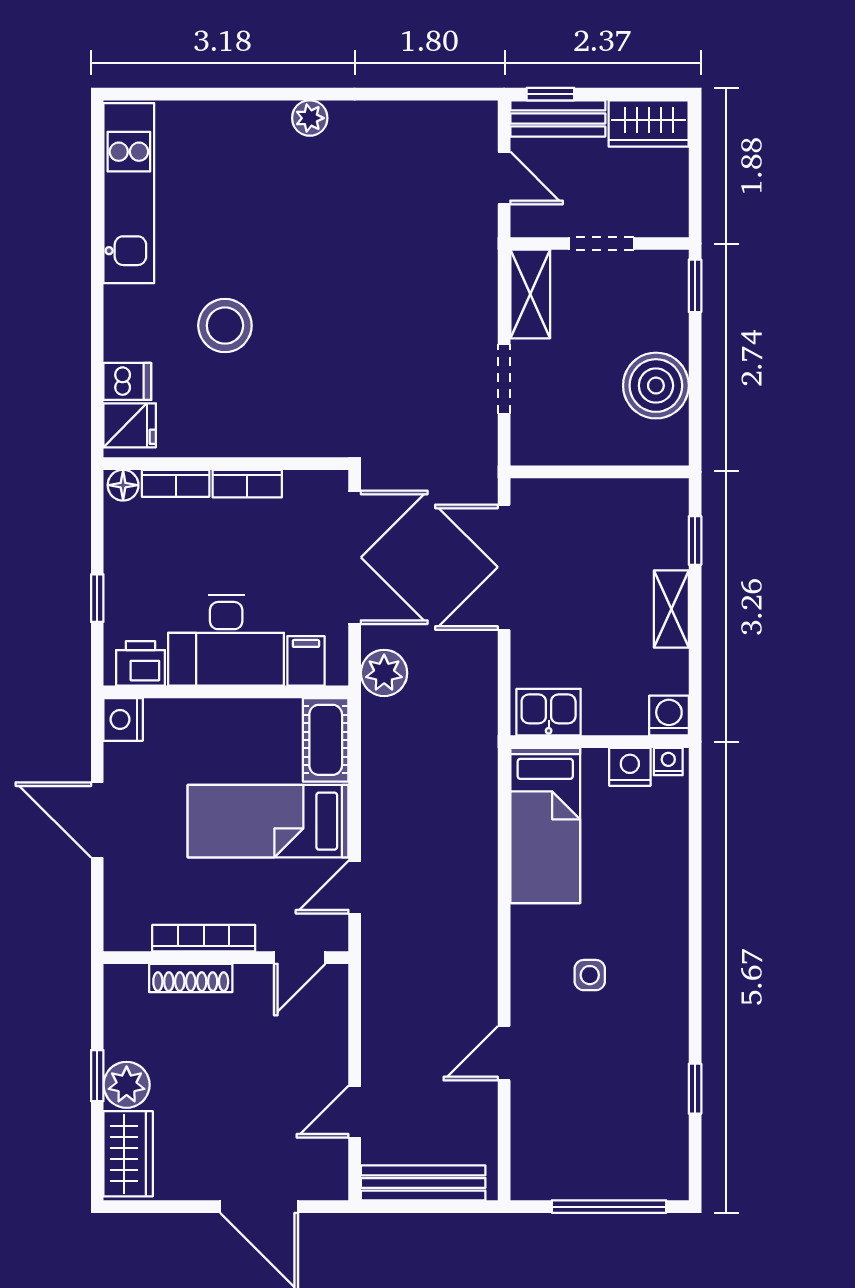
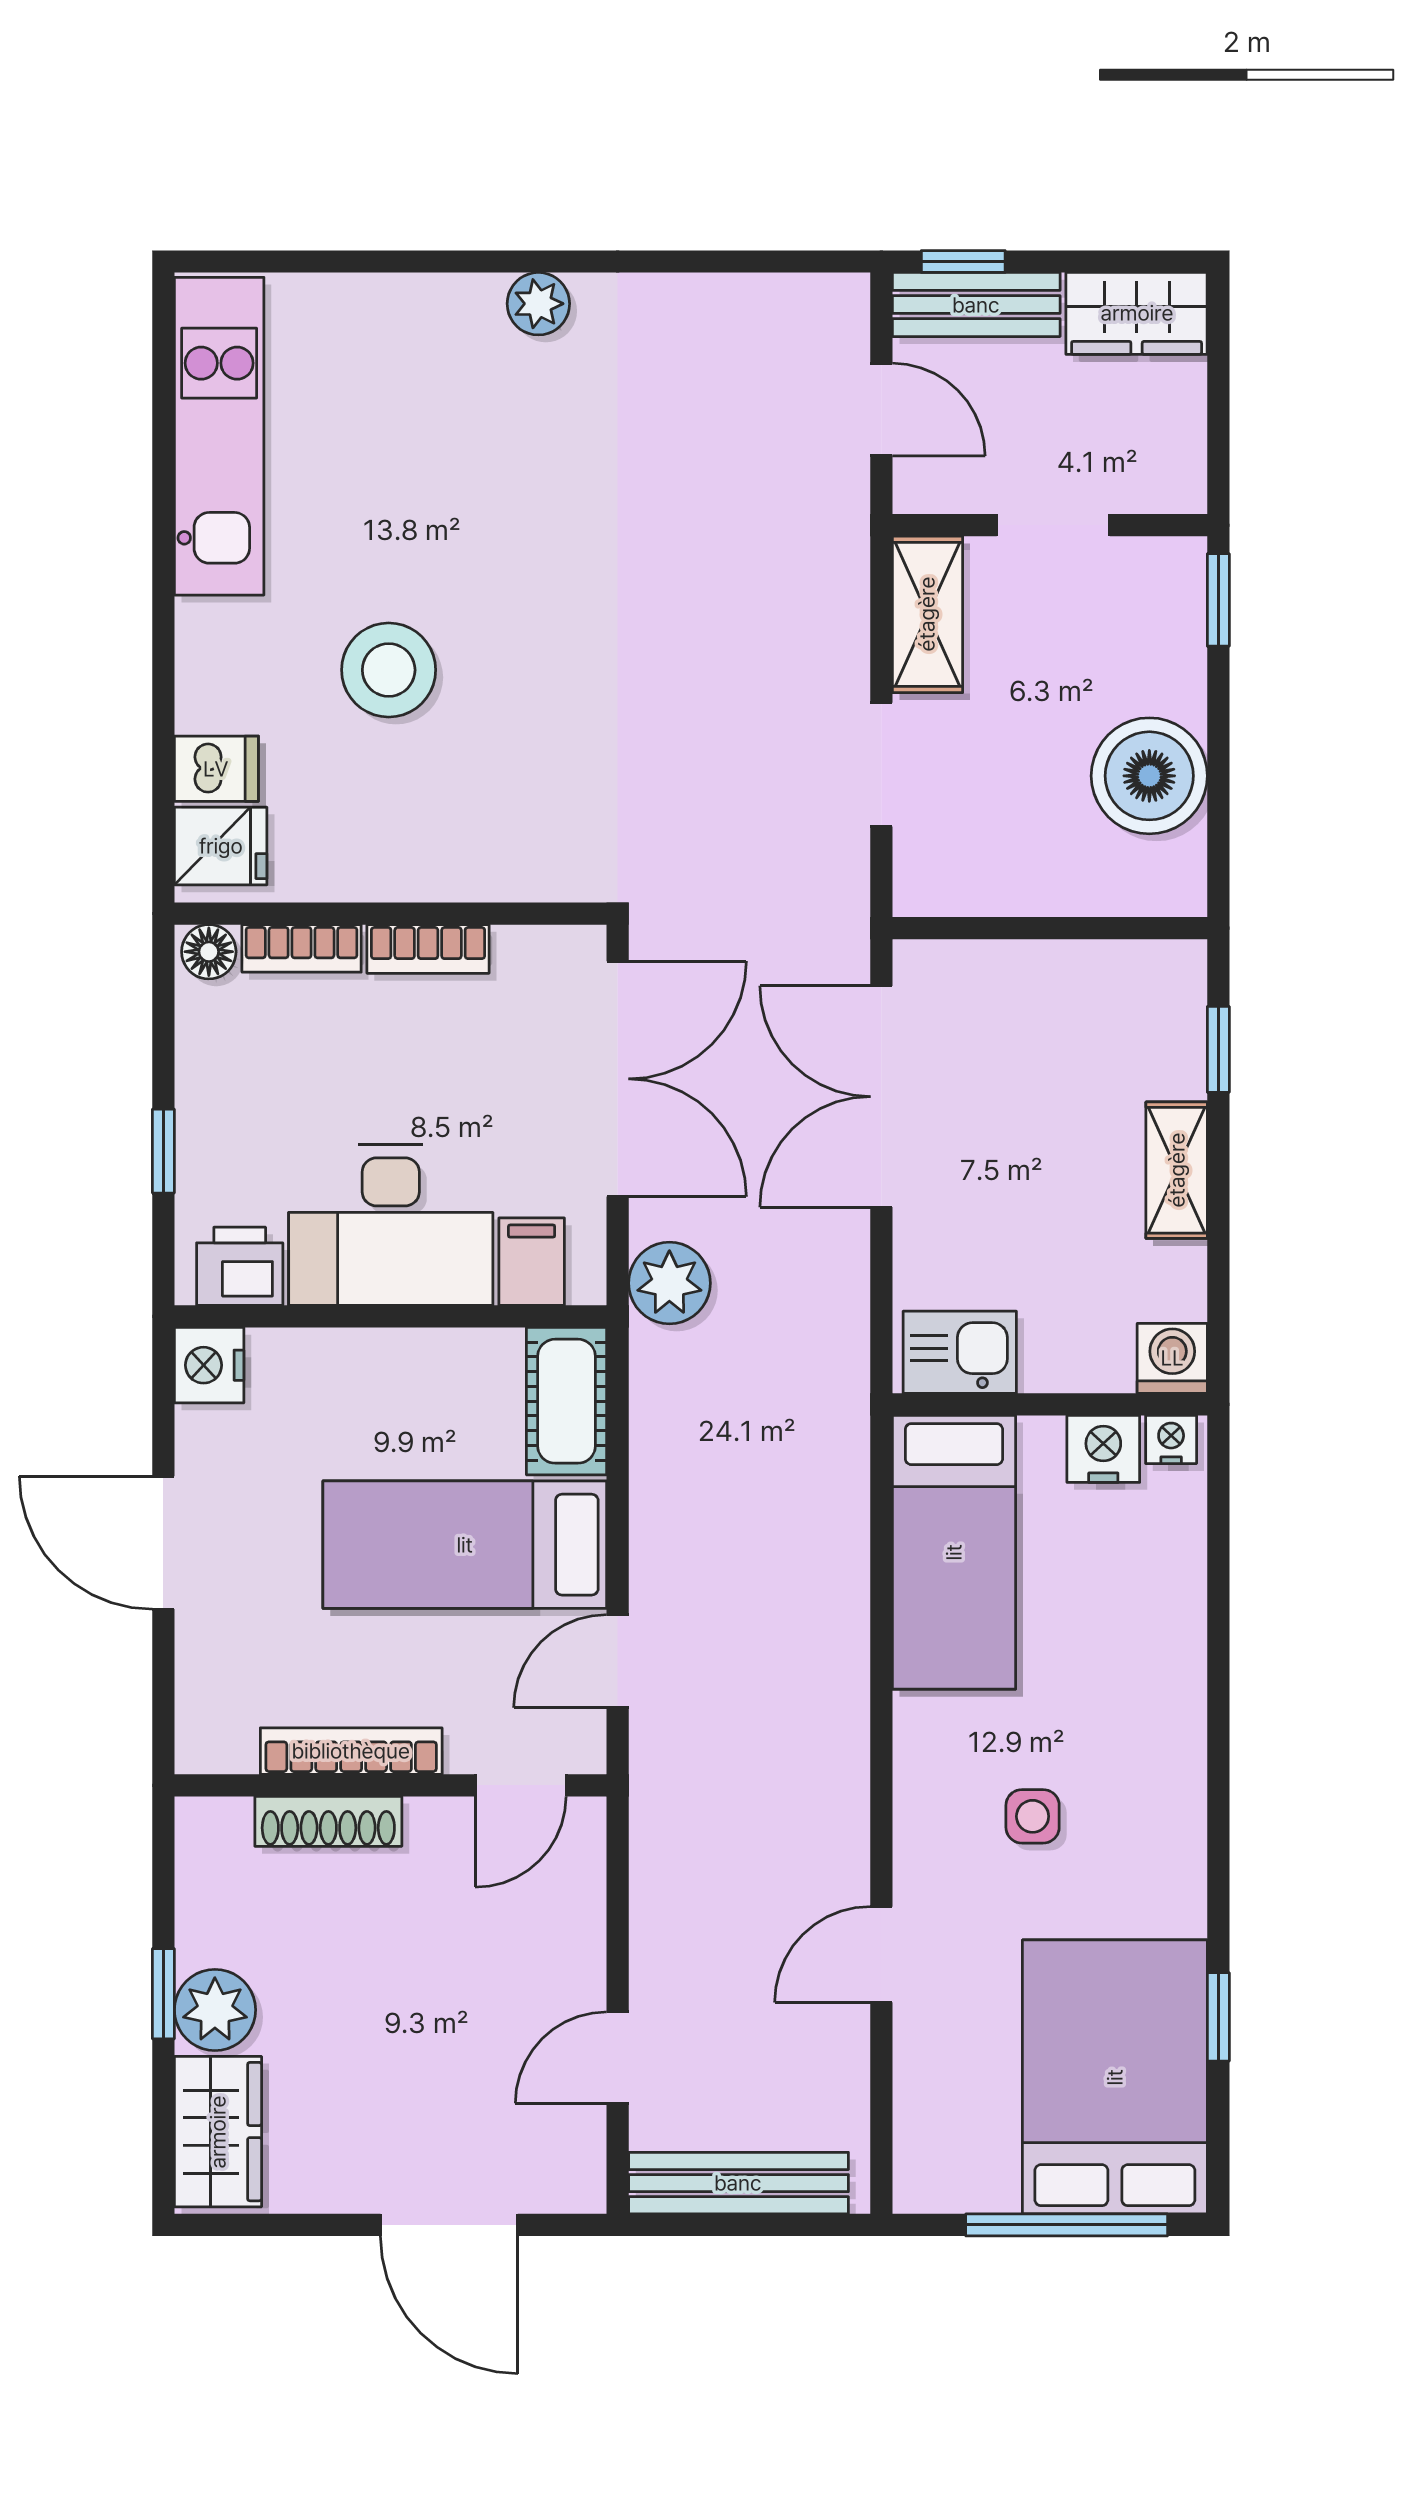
bed: (636, 1123) -> (1115, 2077), added

